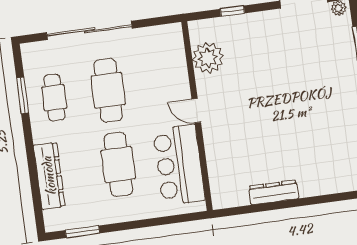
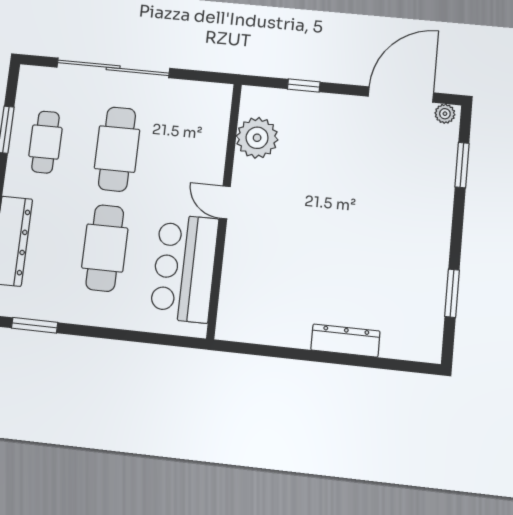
dresser: (274, 192) -> (345, 341), moved

